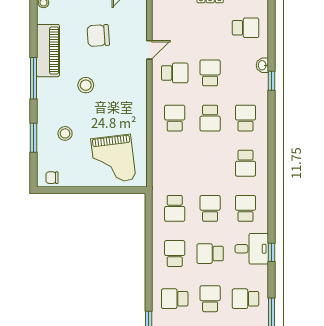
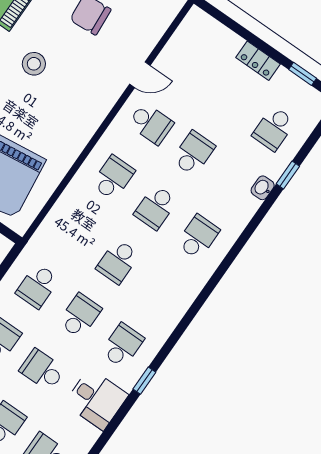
school desk: (246, 28) -> (274, 129), turned 90
window: (272, 81) -> (288, 175), moved
school desk: (246, 163) -> (118, 262), moved
window: (272, 252) -> (144, 381), moved

